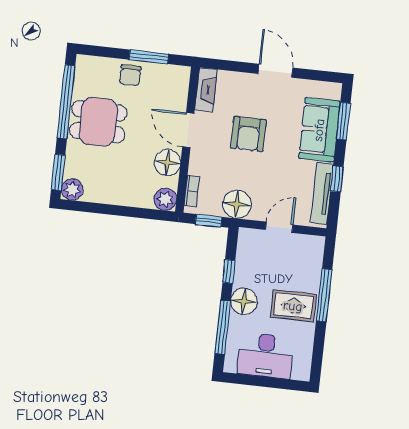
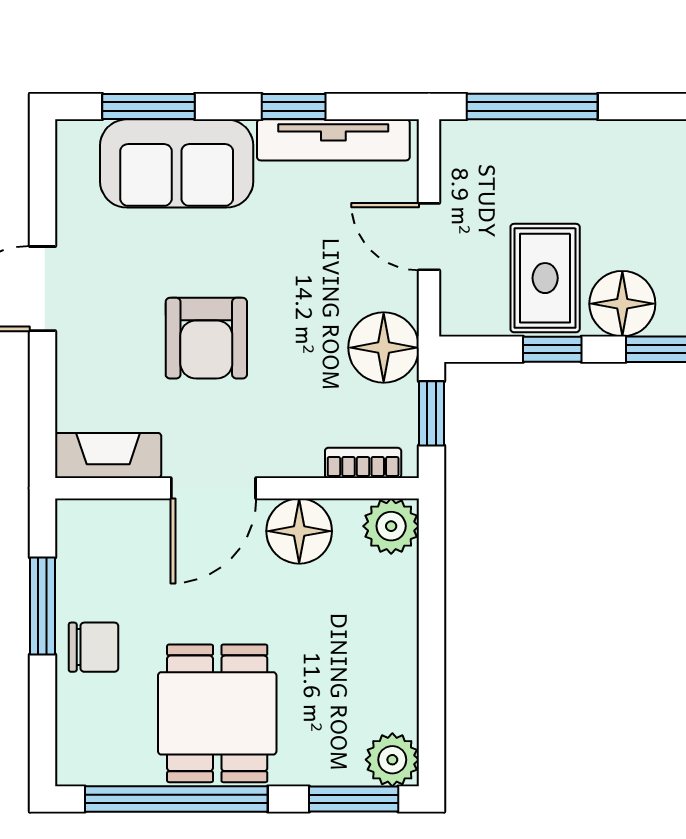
armchair: (248, 134) -> (206, 338), turned 90
window: (324, 295) -> (532, 107), moved
rug: (293, 306) -> (545, 278), moved

